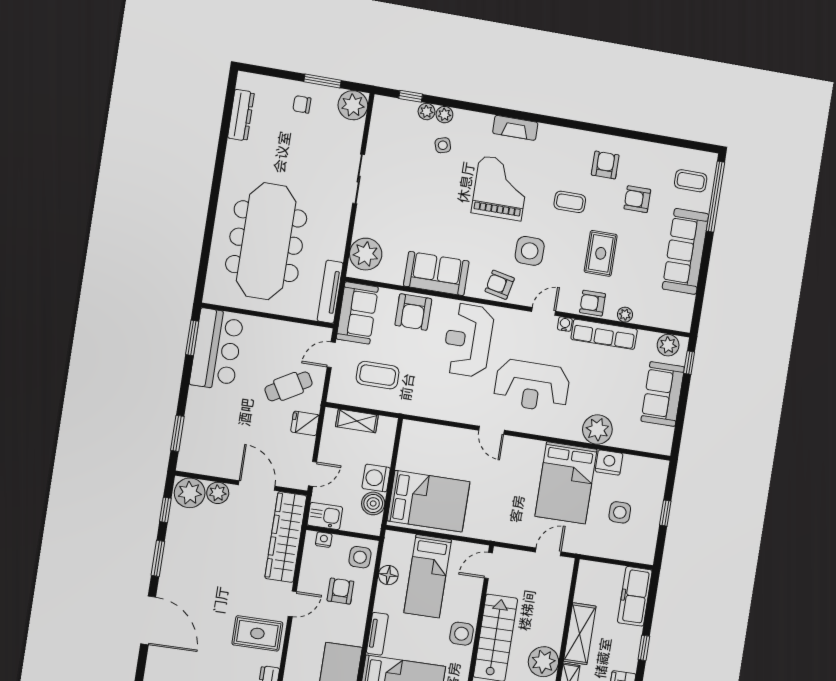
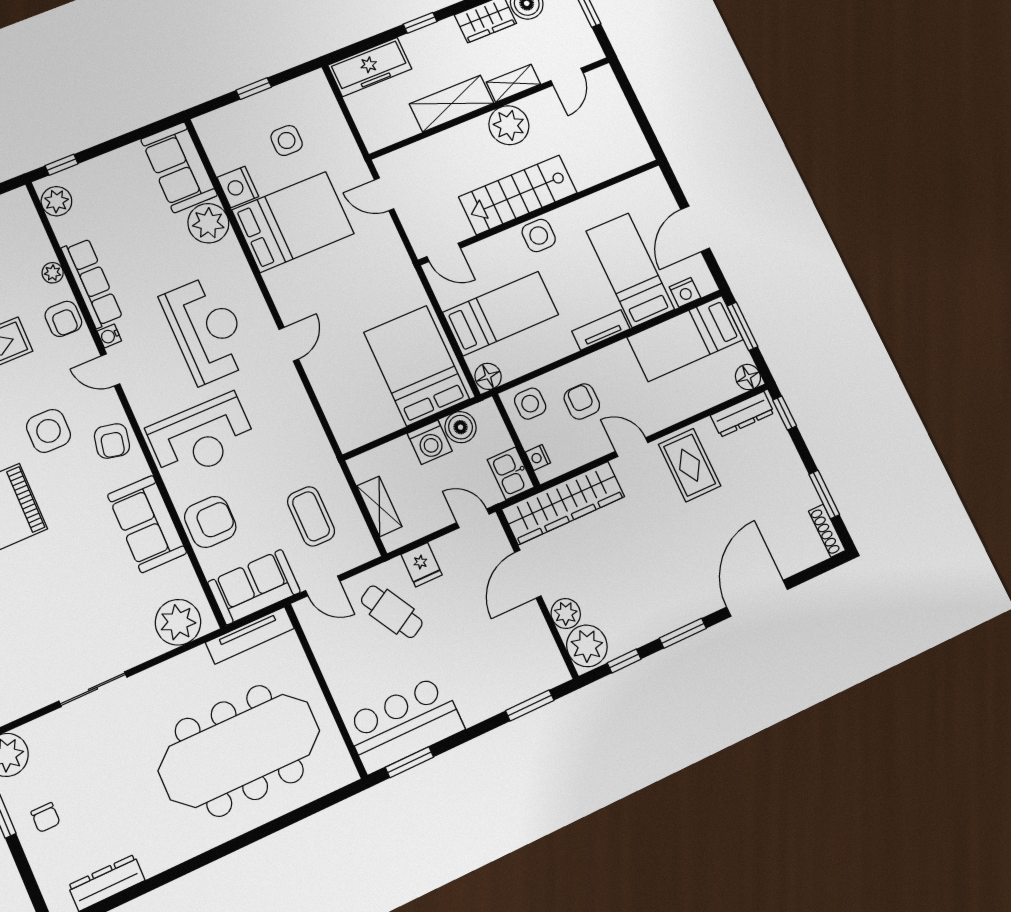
sofa: (663, 394) -> (179, 167), moved, turned 90
floor lamp: (388, 575) -> (488, 376), moved
armchair: (340, 591) -> (582, 402), turned 90

